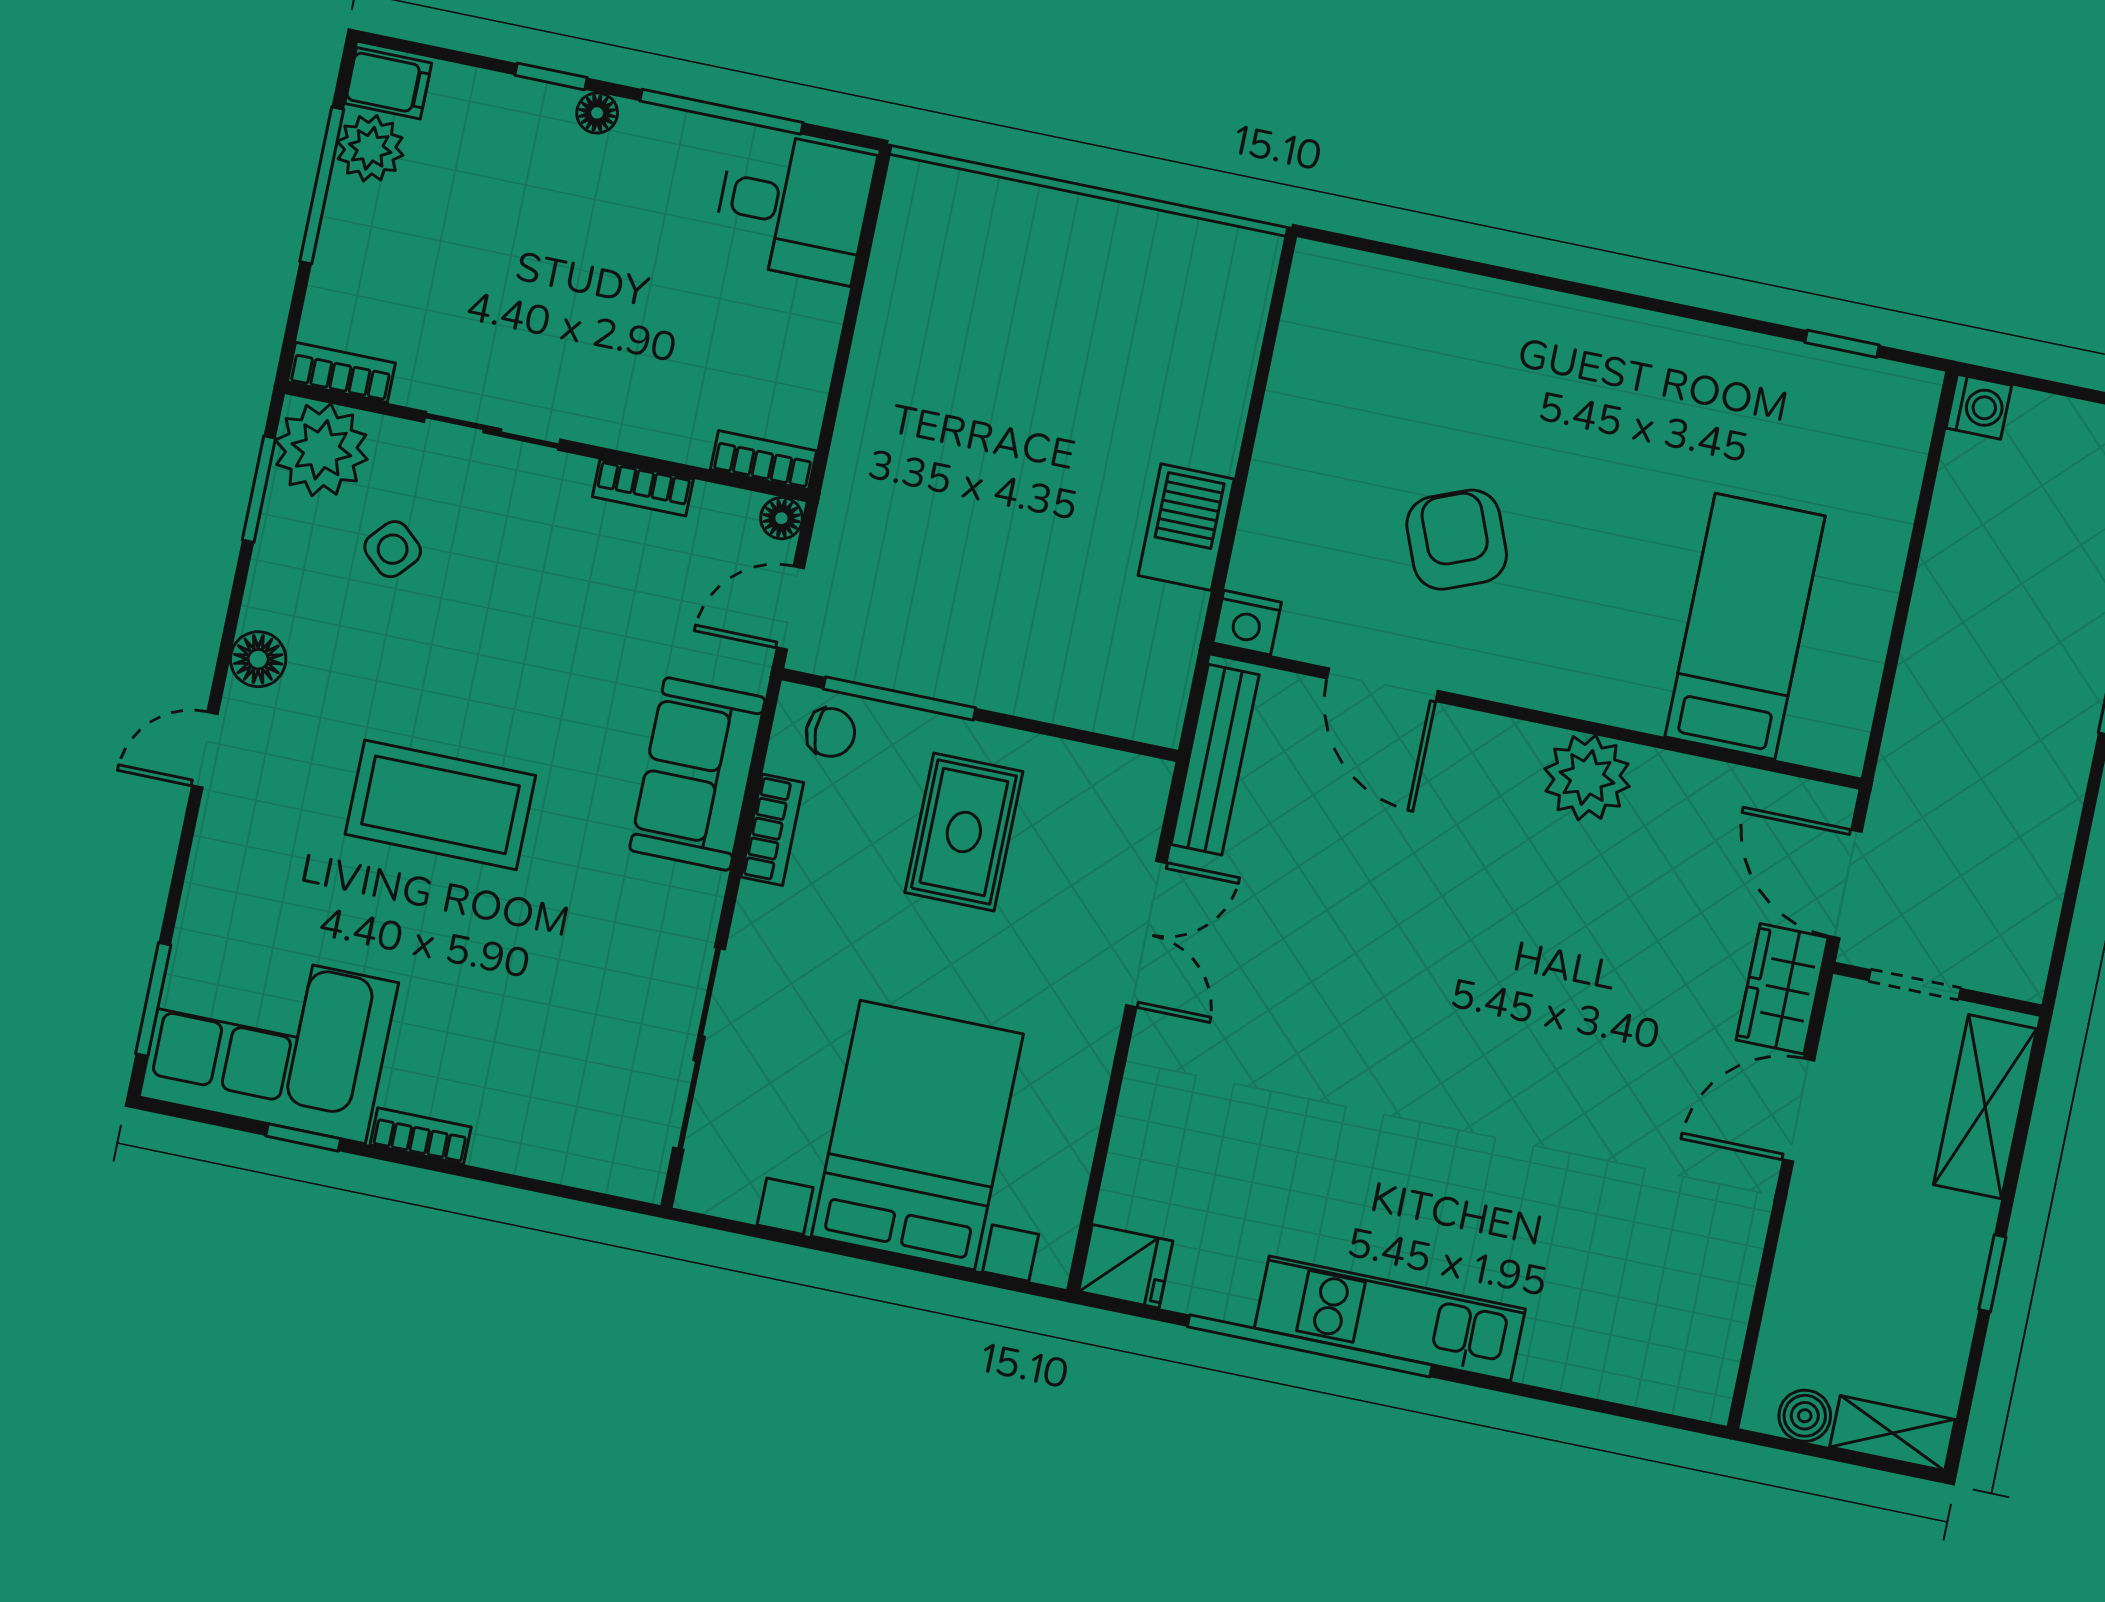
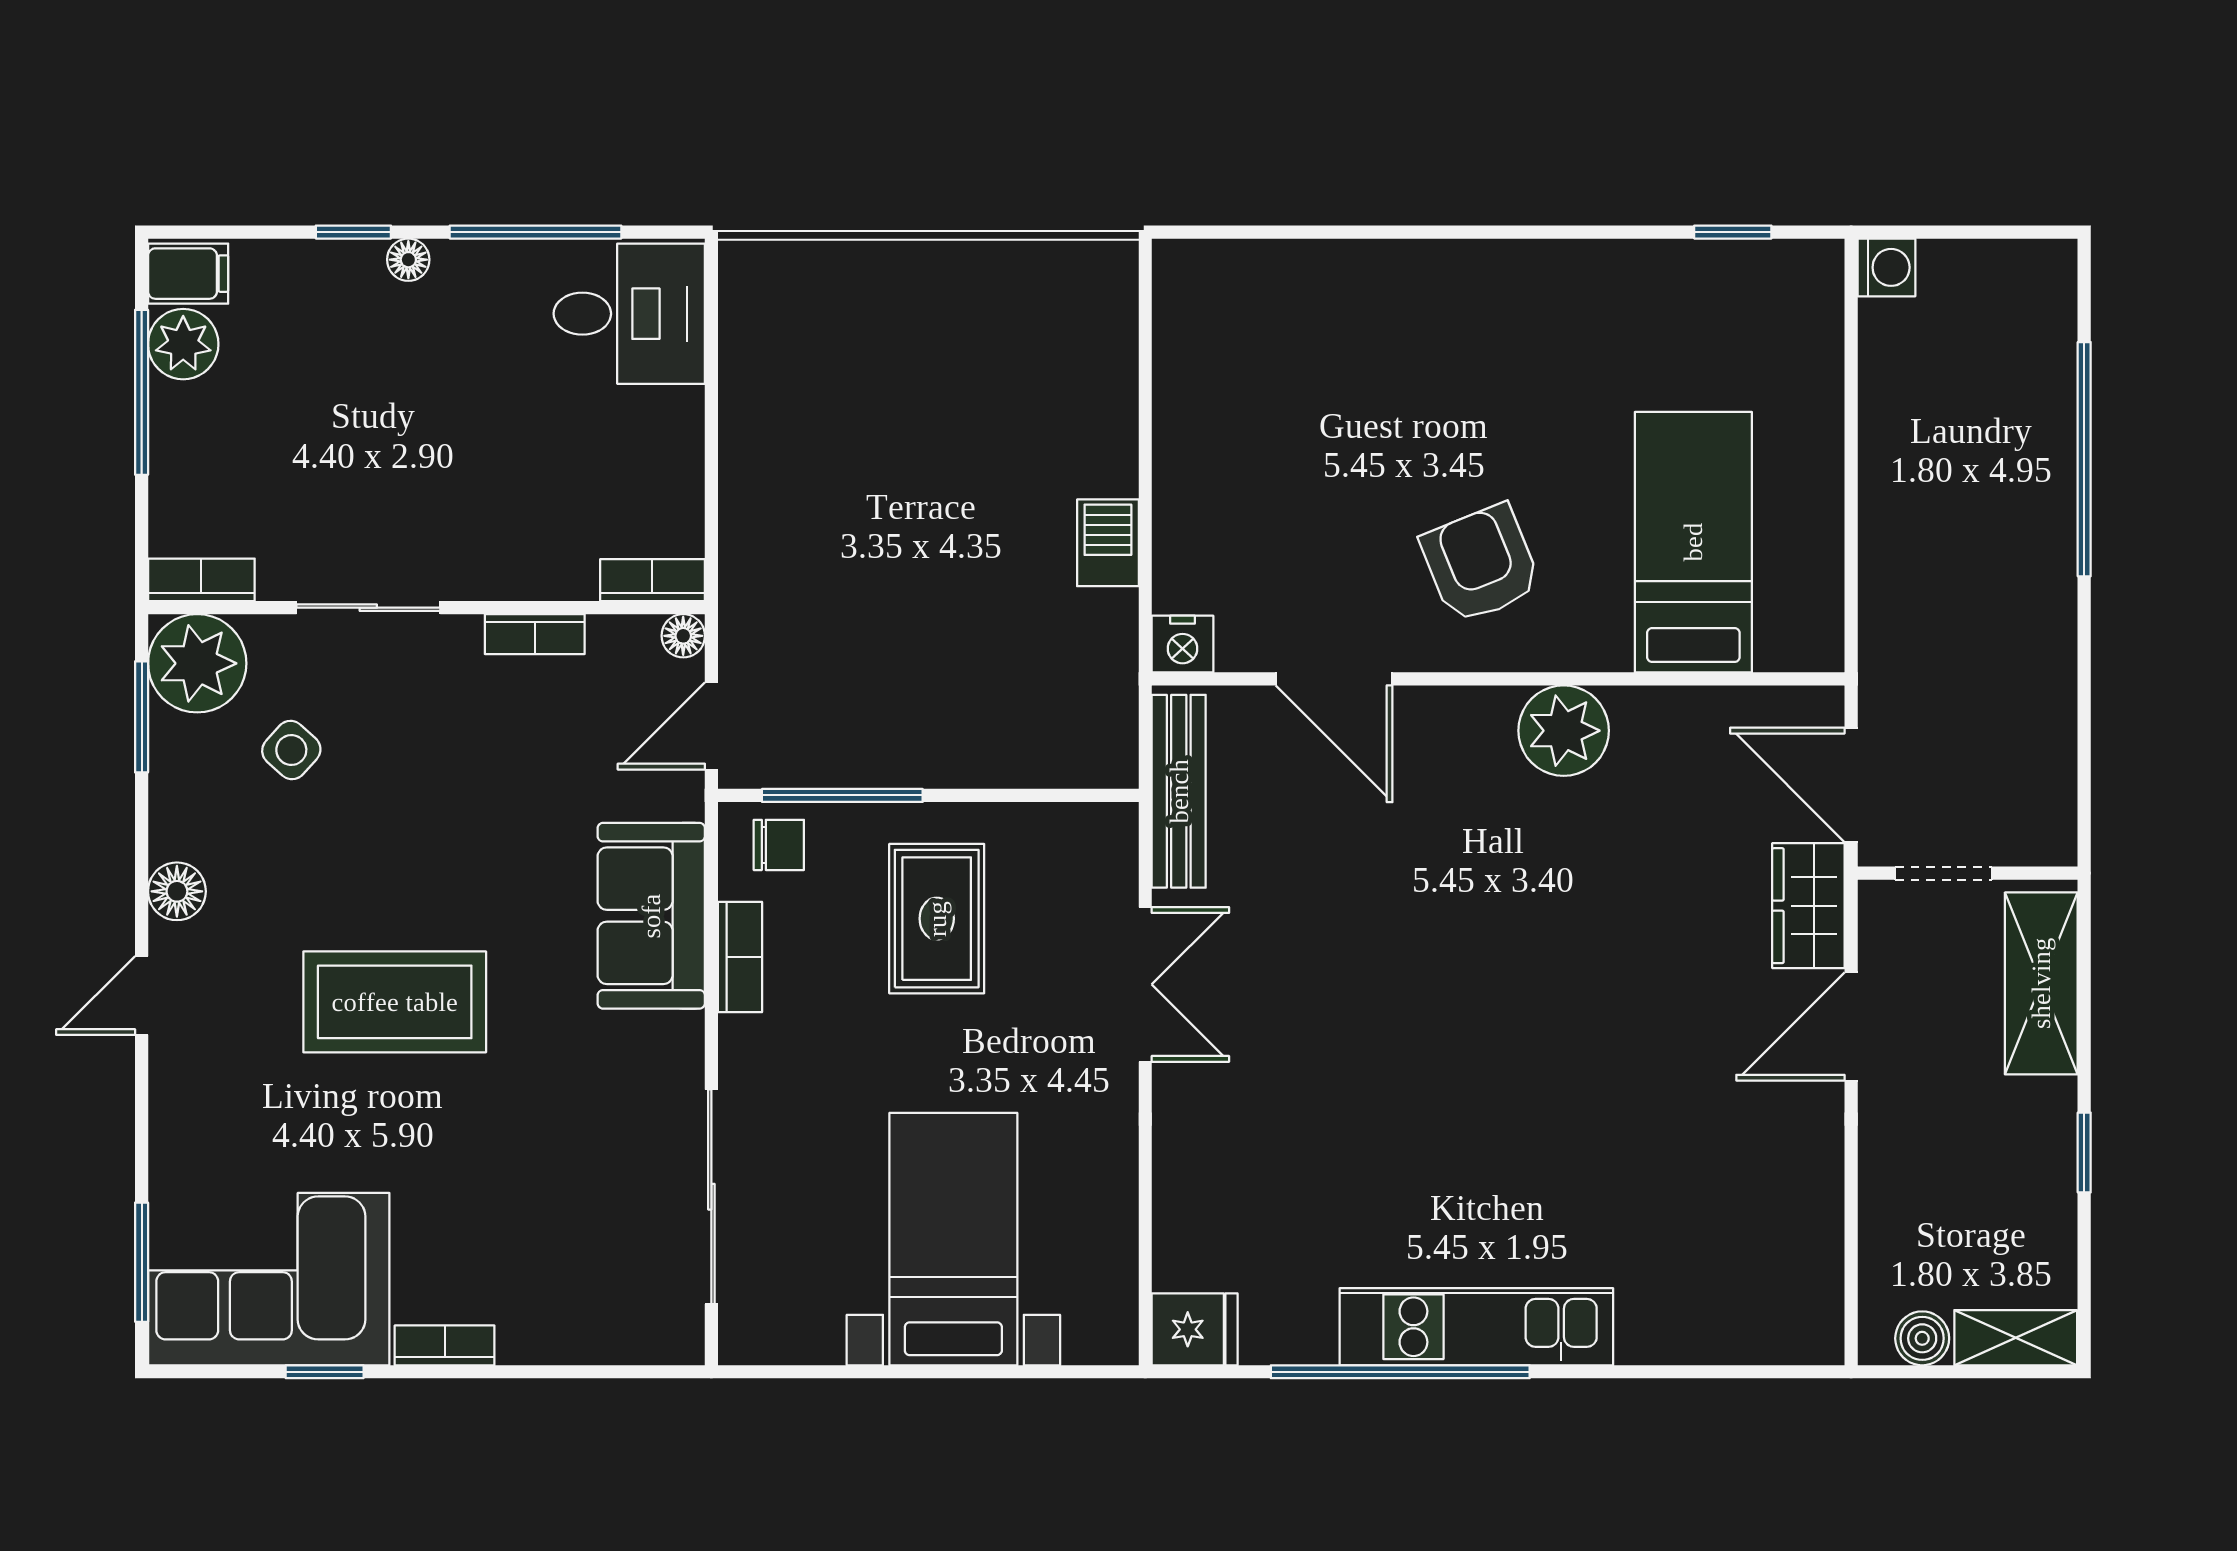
barbecue: (1186, 527) -> (1108, 543), width x0.73, depth x0.79
armchair: (1457, 540) -> (1481, 564), moved
bed with nightstands: (917, 1135) -> (953, 1239), width x0.73

